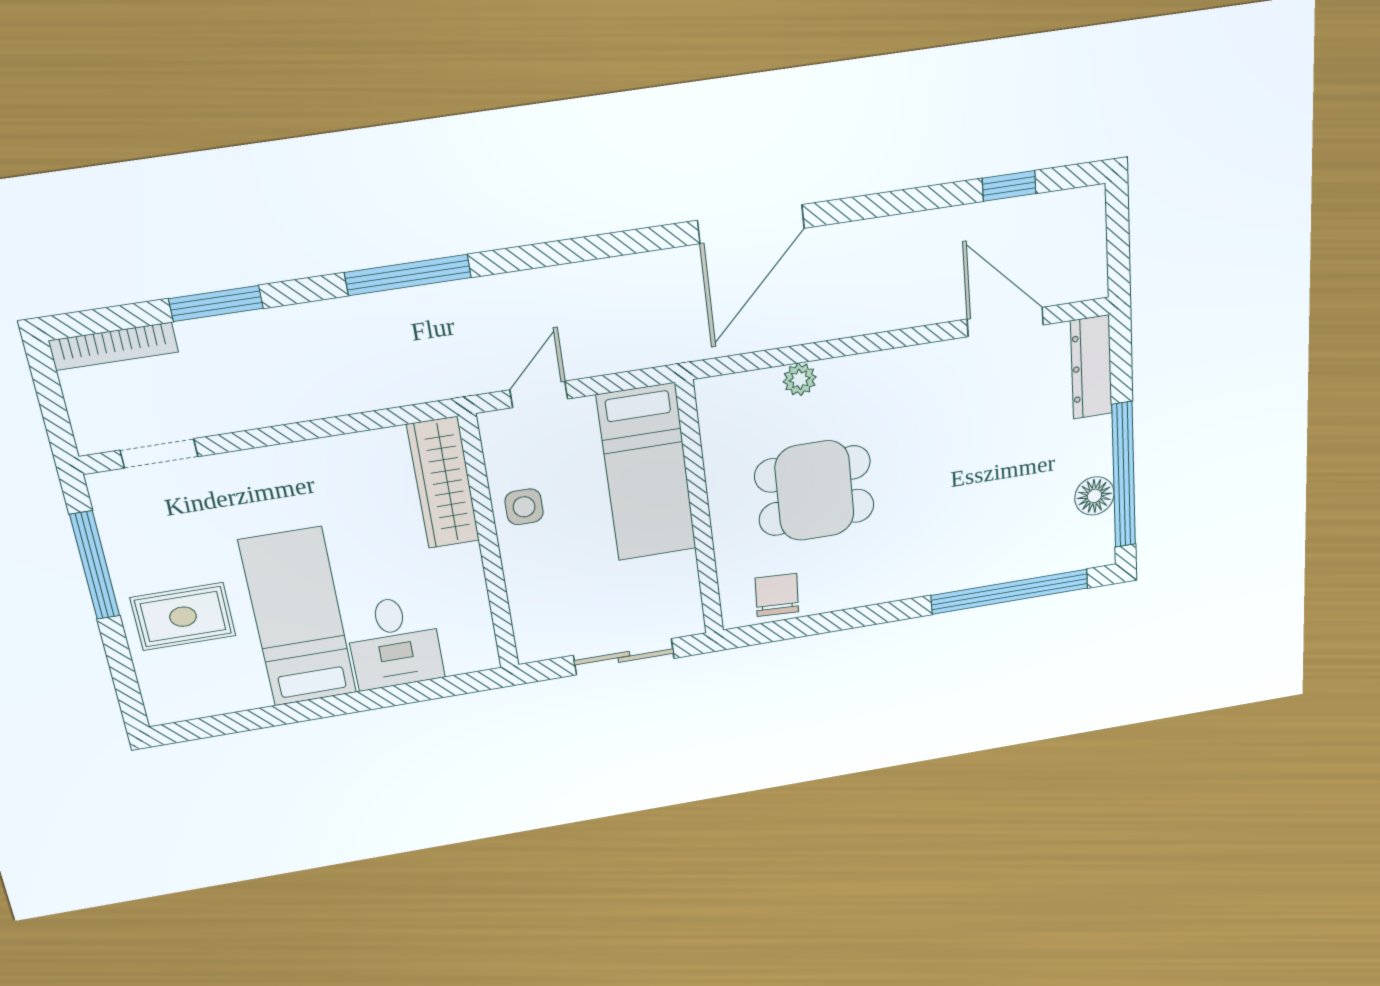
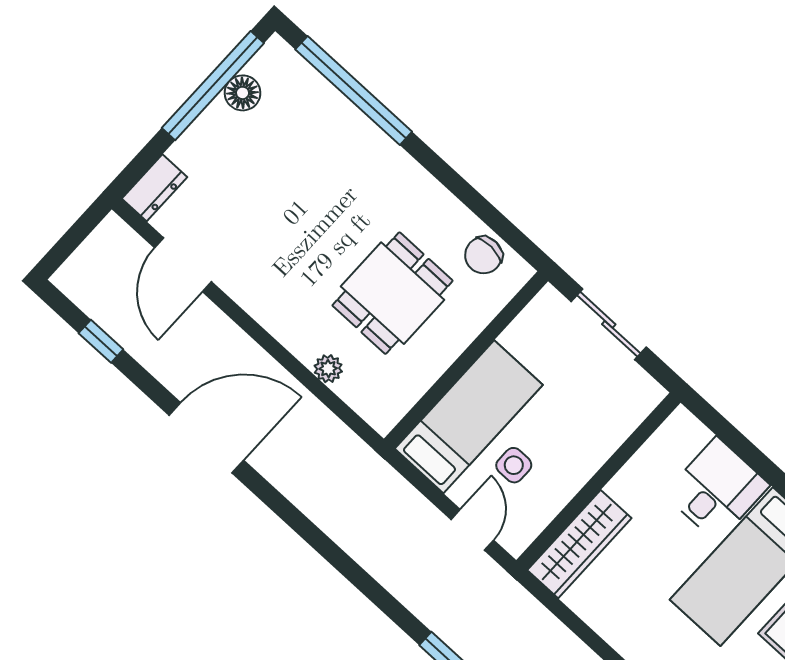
door: (751, 224) -> (206, 438), moved
dresser: (1091, 367) -> (155, 188), width x0.70
door: (539, 394) -> (472, 530), swing flipped
dining table: (815, 491) -> (392, 293), turned 90
side table: (524, 507) -> (514, 465), moved

